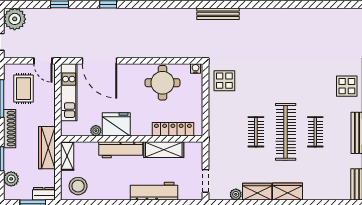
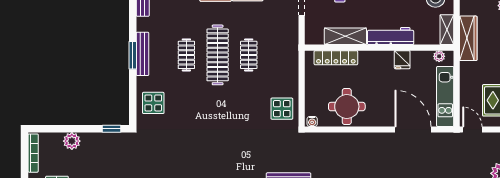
fridge: (116, 124) -> (402, 60), width x0.53, depth x0.75
plant: (96, 131) -> (439, 56), moved

